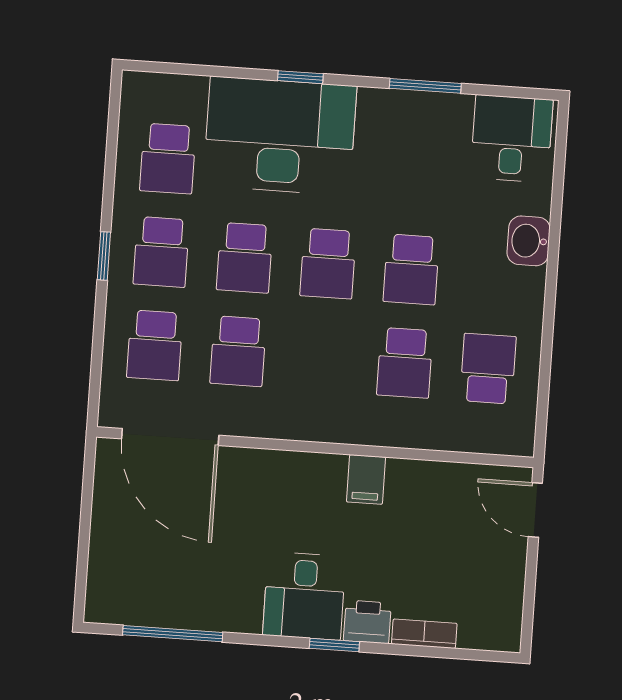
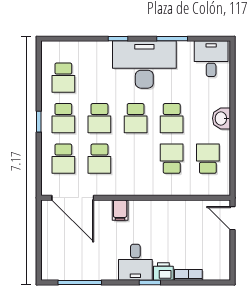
desk: (280, 136) -> (144, 64), moved
washbasin: (529, 241) -> (221, 118), moved
school desk: (405, 363) -> (172, 159), turned 180
filing cabinet: (366, 479) -> (120, 210), moved

